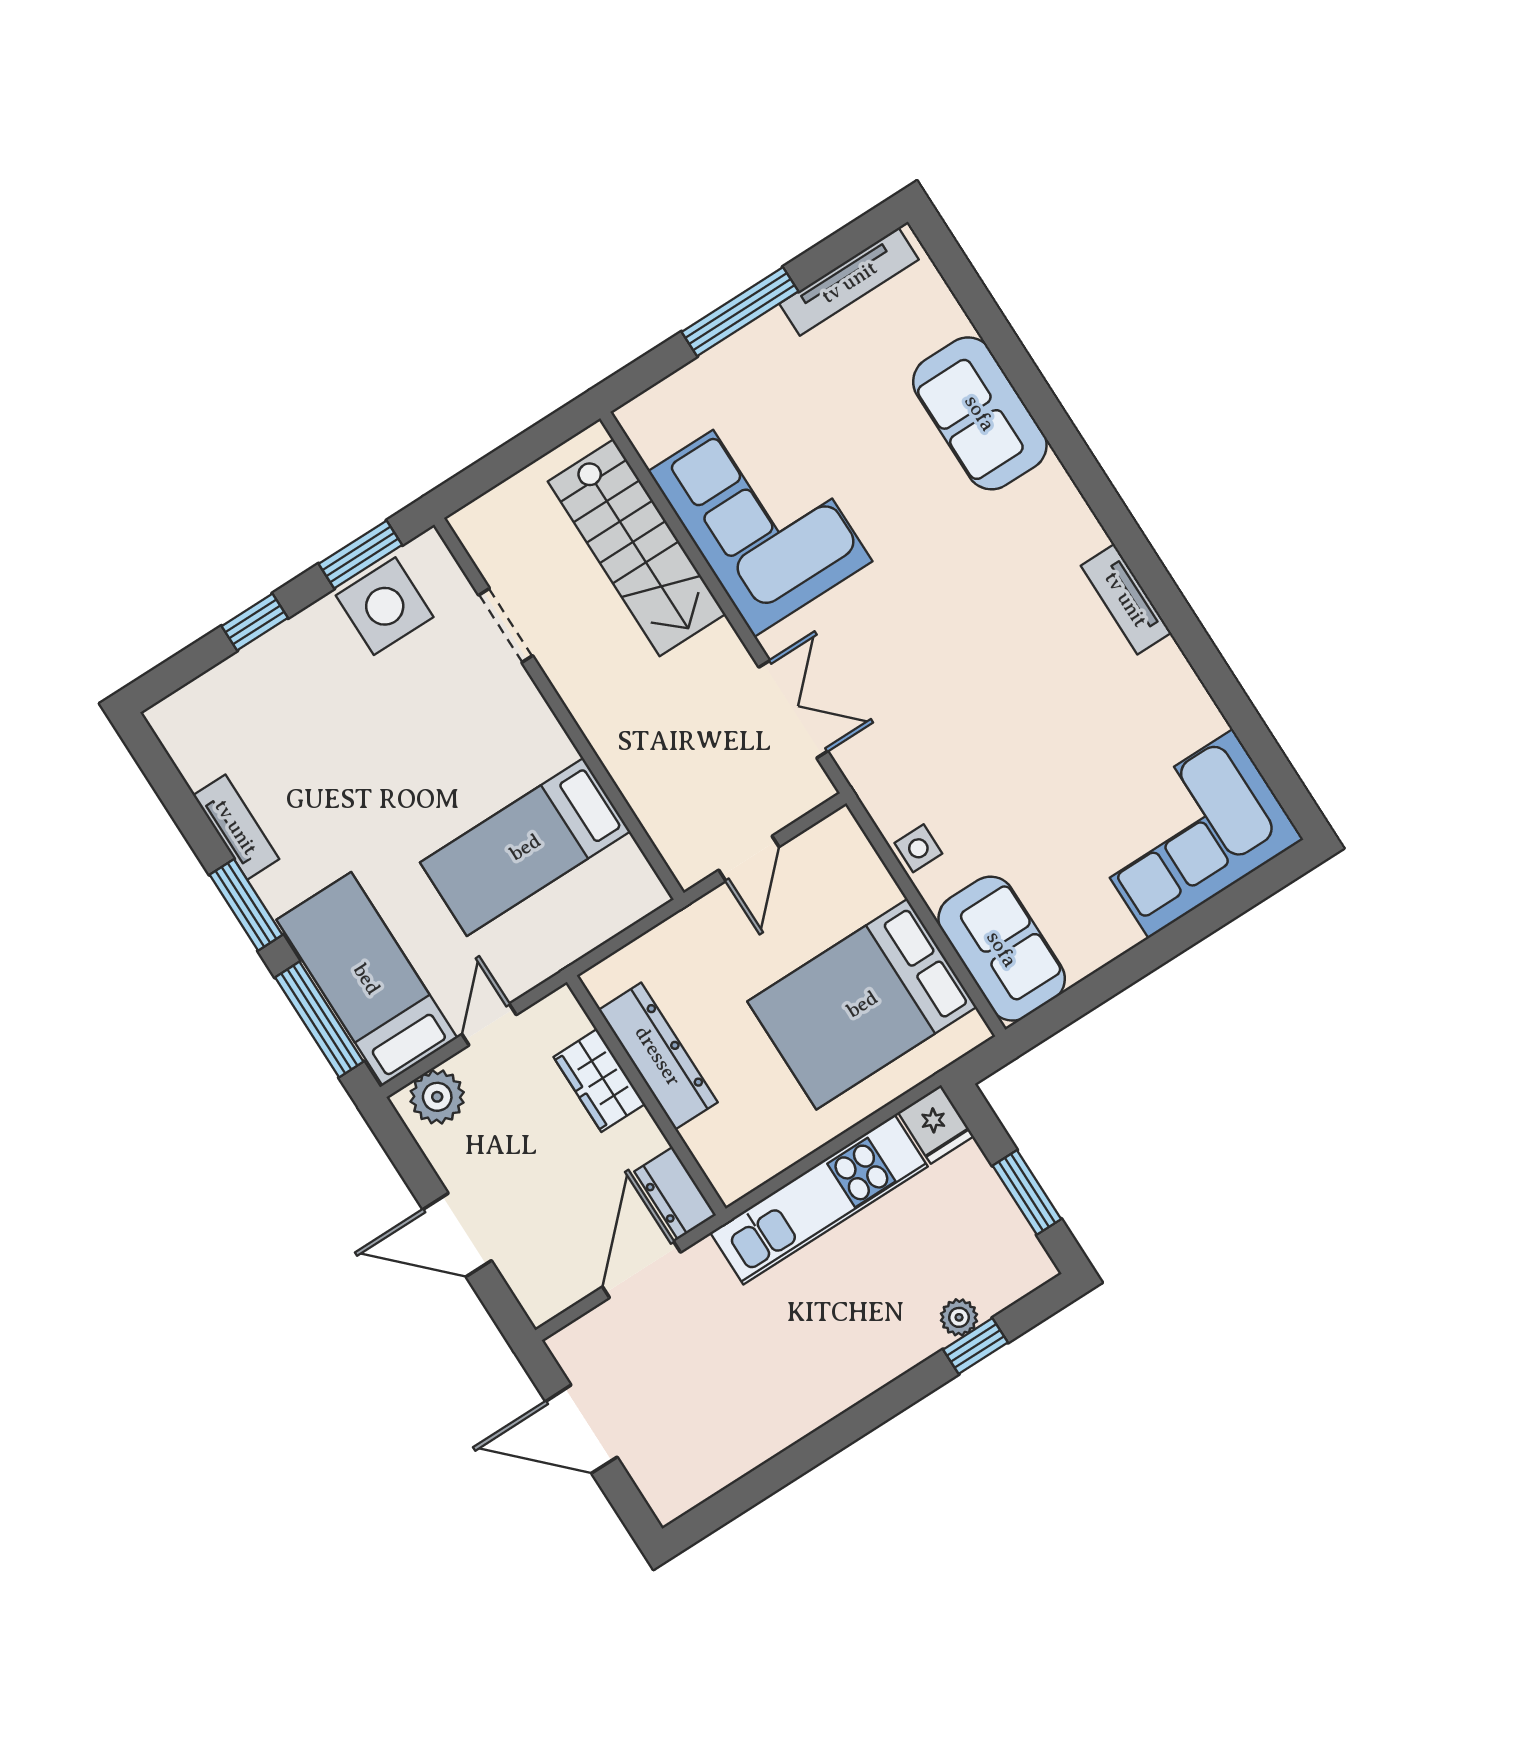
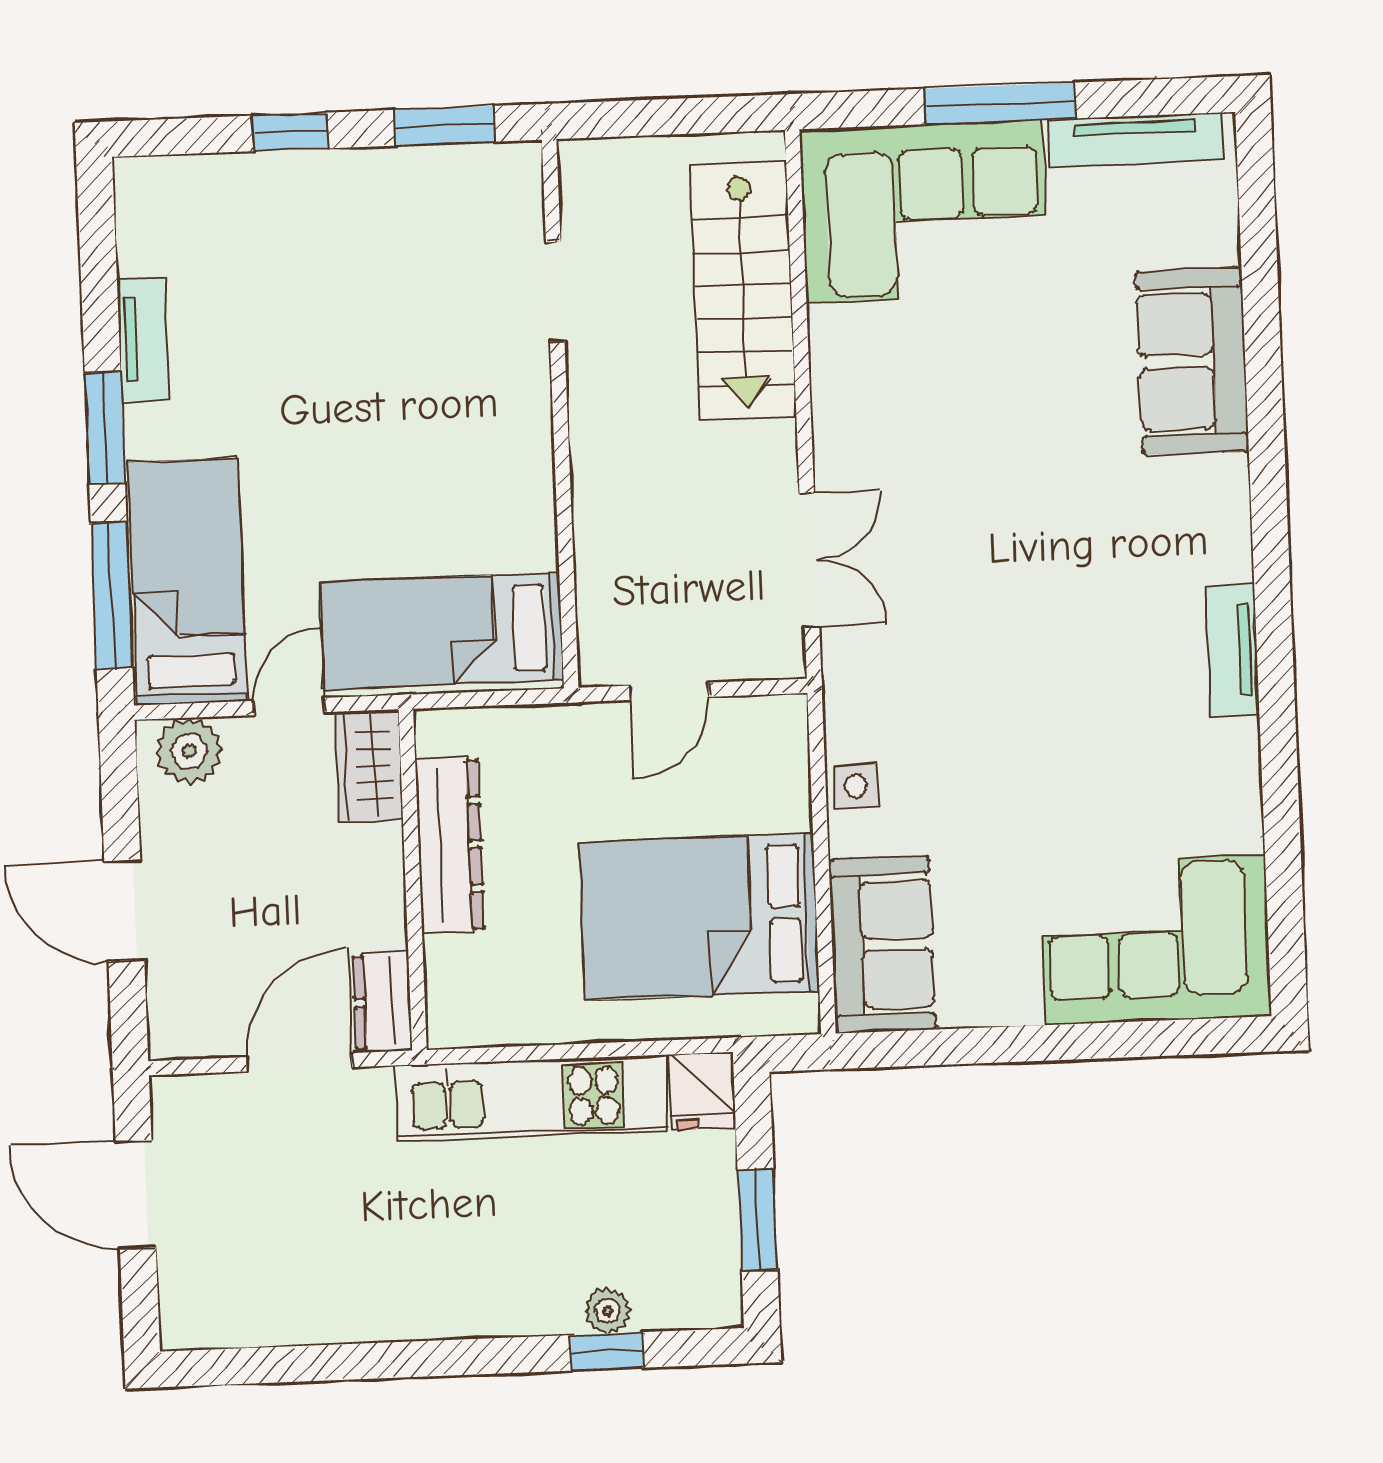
corner sofa: (760, 516) -> (924, 211), moved, turned 90
side table: (385, 606) -> (438, 196), removed
bed: (525, 847) -> (442, 631), moved
wardrobe: (599, 1081) -> (369, 766), moved

